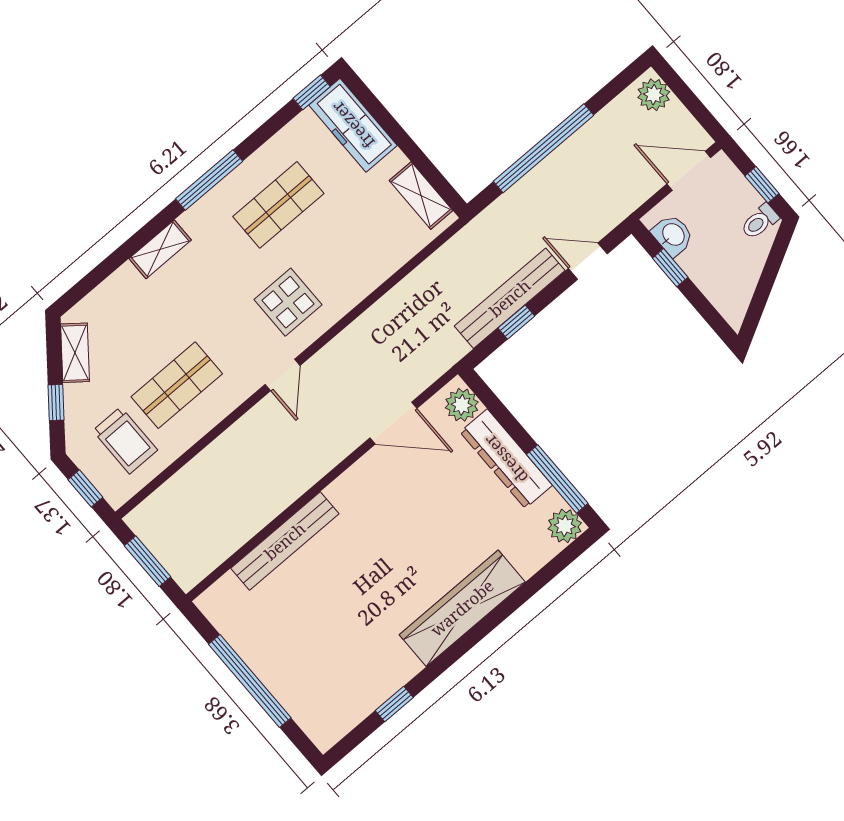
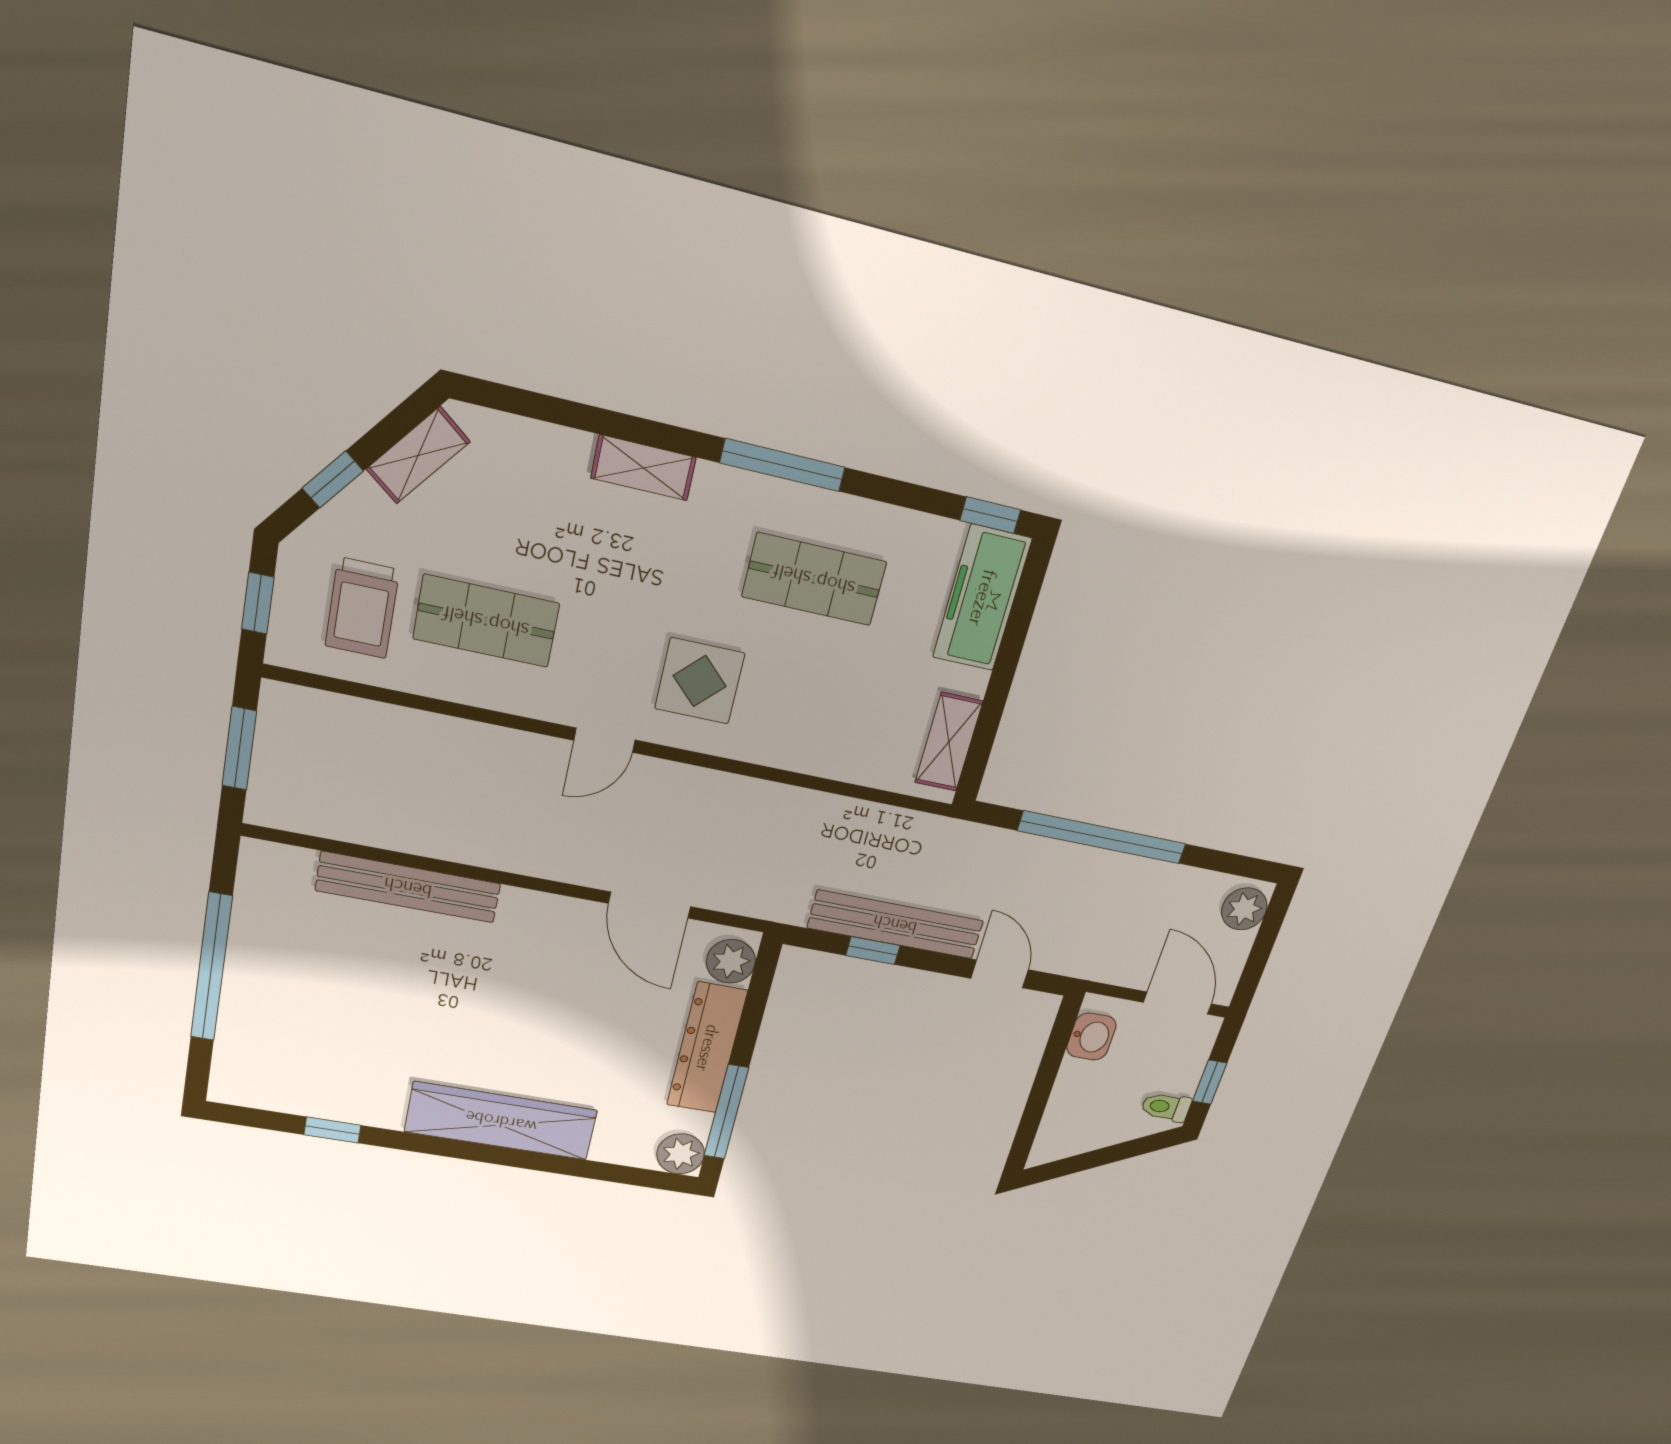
window: (670, 268) -> (1052, 1059), removed

